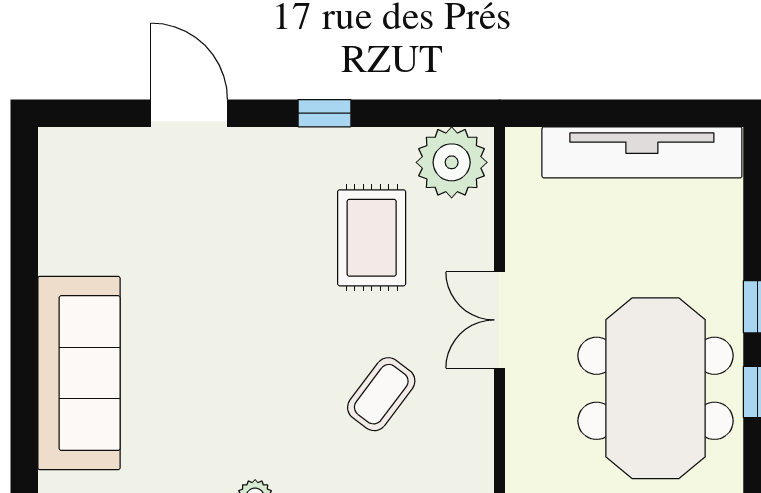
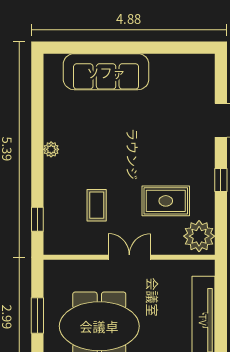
coffee table: (381, 394) -> (97, 205), turned 53

